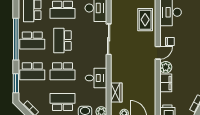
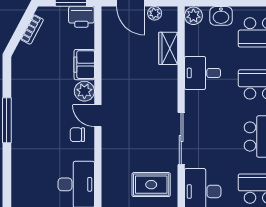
rug: (145, 20) -> (151, 185), moved, turned 90
door: (158, 53) -> (98, 116), hinge flipped

